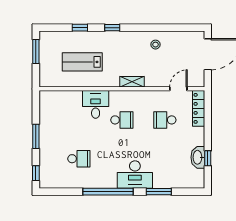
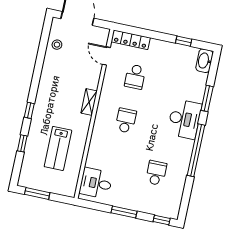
stool: (155, 45) -> (57, 45), moved
desk: (96, 104) -> (96, 183), moved
washbasin: (198, 157) -> (204, 61), moved, turned 90

